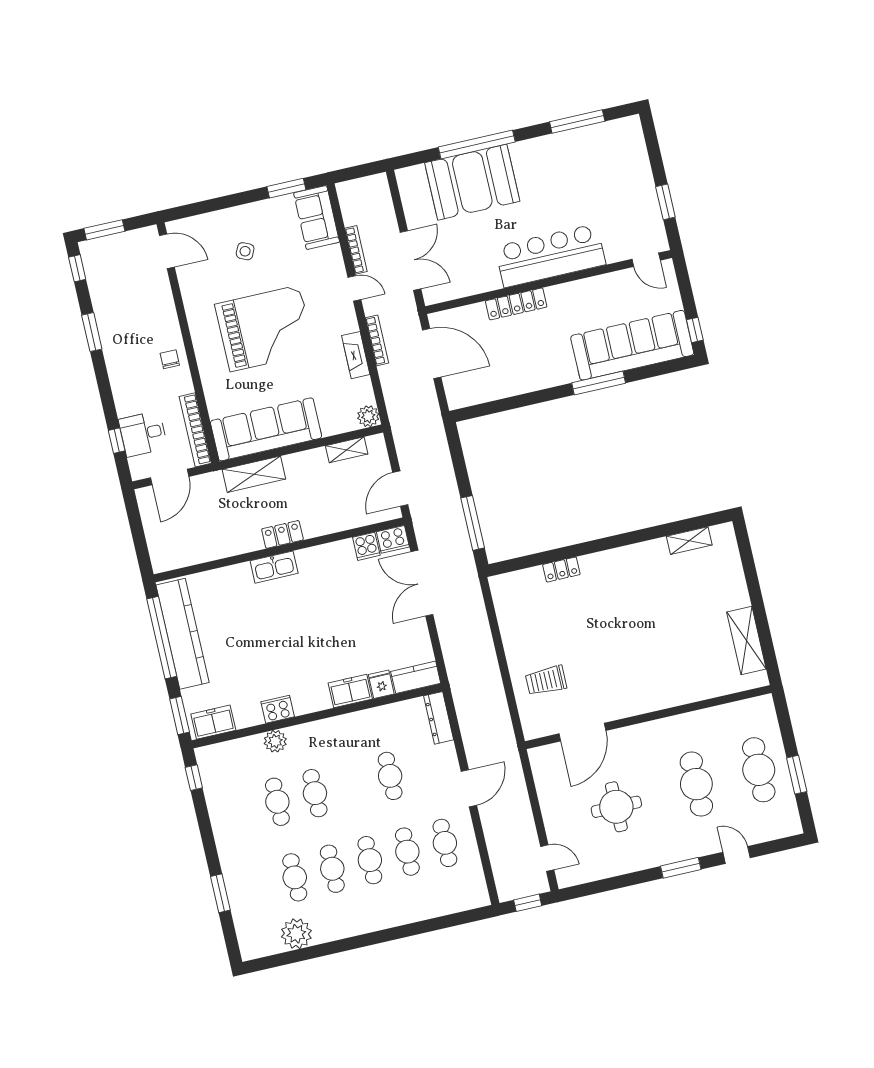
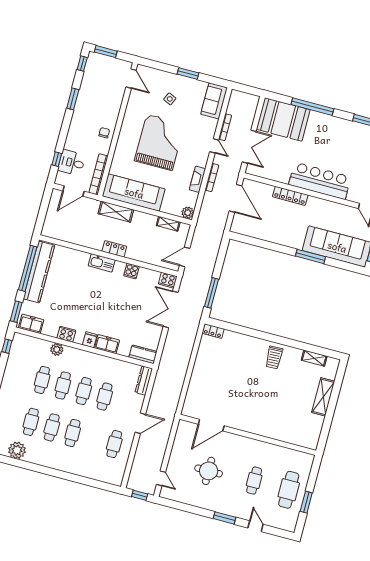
booth: (472, 182) -> (283, 119), moved
window: (286, 188) -> (188, 73), moved
grand piano: (265, 328) -> (159, 142), turned -90
cooker: (366, 546) -> (131, 271), moved
locker: (561, 570) -> (213, 331), moved
shelving: (746, 641) -> (323, 397), moved
trolley: (546, 681) -> (274, 357), moved, turned -92
fridge: (381, 684) -> (90, 340), moved
cafe table: (696, 784) -> (254, 481), width x0.73, depth x0.74
cafe table: (407, 852) -> (84, 391), moved

